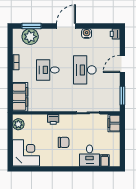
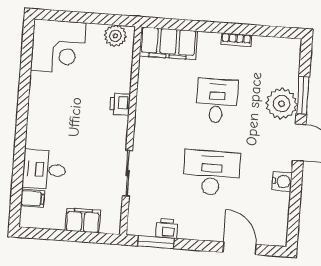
window: (32, 26) -> (303, 95), moved
printer: (115, 34) -> (167, 229), moved
plant: (30, 37) -> (282, 104), moved
door: (122, 64) -> (240, 248), moved
filing cabinet: (114, 123) -> (83, 220), moved
chair: (64, 142) -> (74, 121), removed

